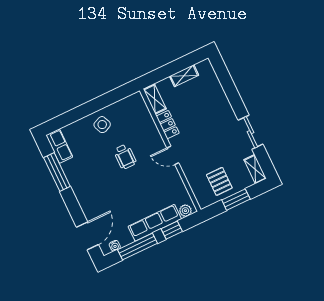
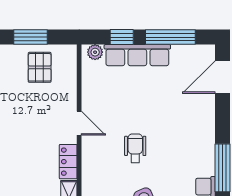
water cooler: (115, 246) -> (196, 51), removed

